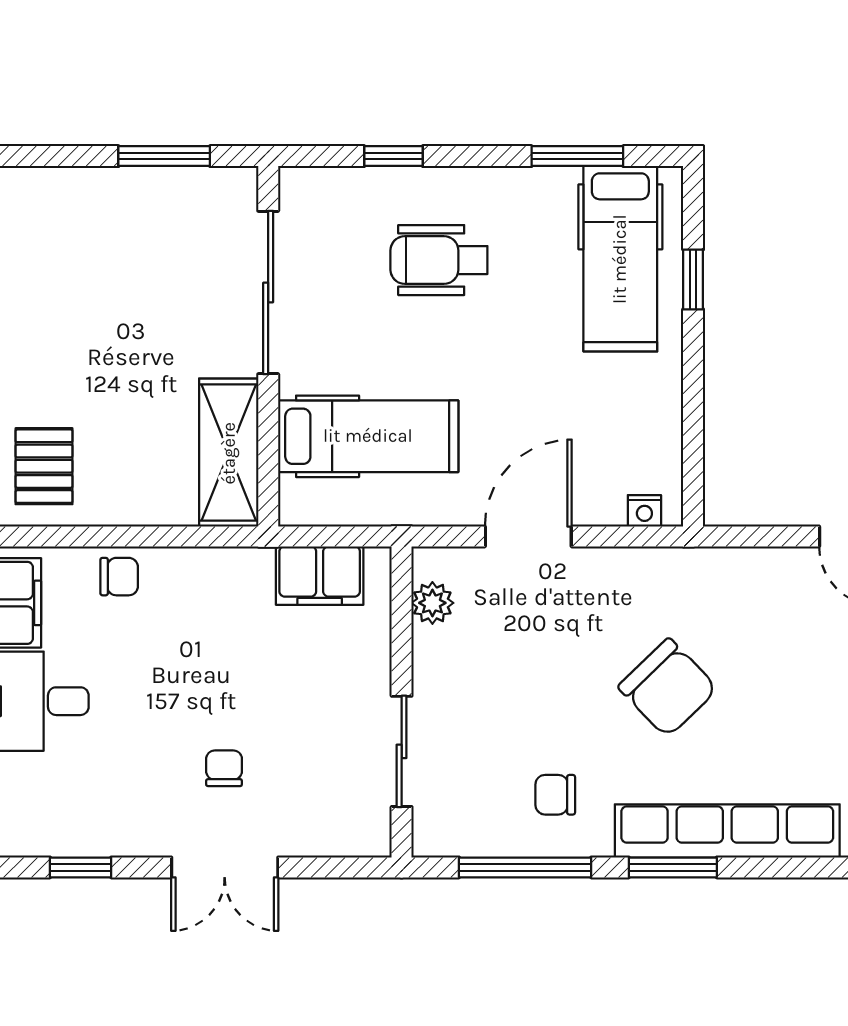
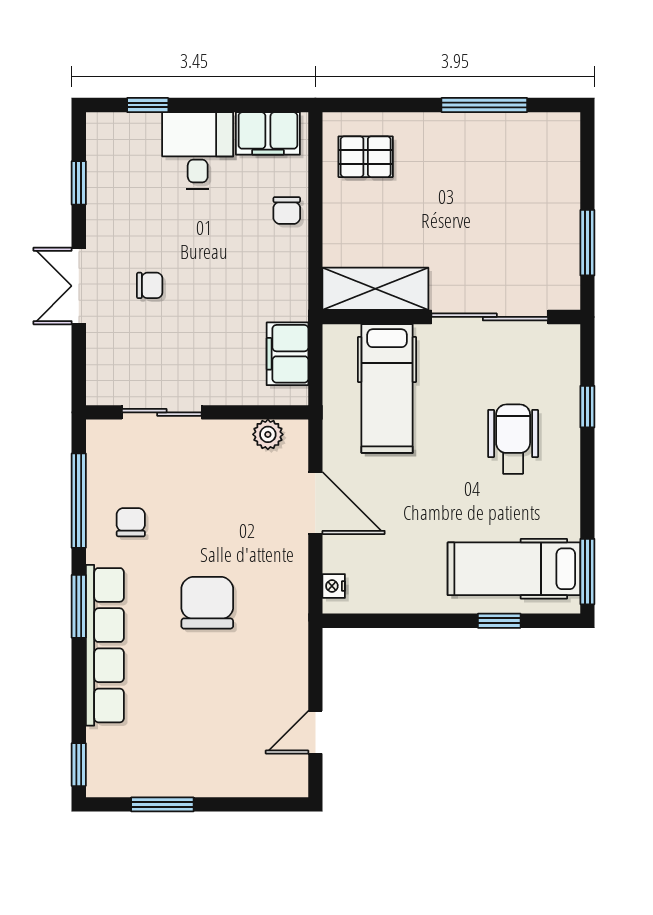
window: (577, 156) -> (587, 572), moved
chair: (668, 688) -> (207, 603), turned 134

